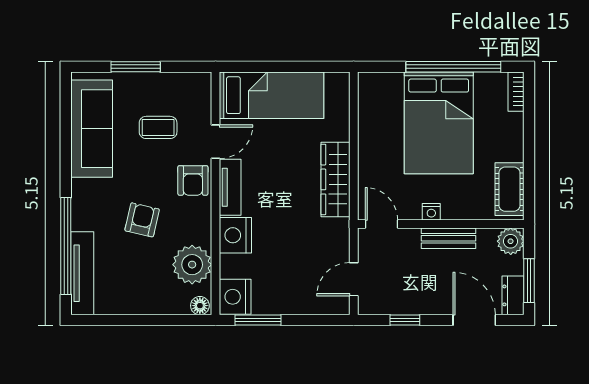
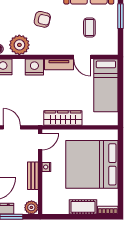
window: (453, 67) -> (120, 178), removed
bed: (439, 123) -> (92, 164), width x1.36
armchair: (193, 180) -> (62, 45), removed
cot: (509, 189) -> (83, 207), moved

